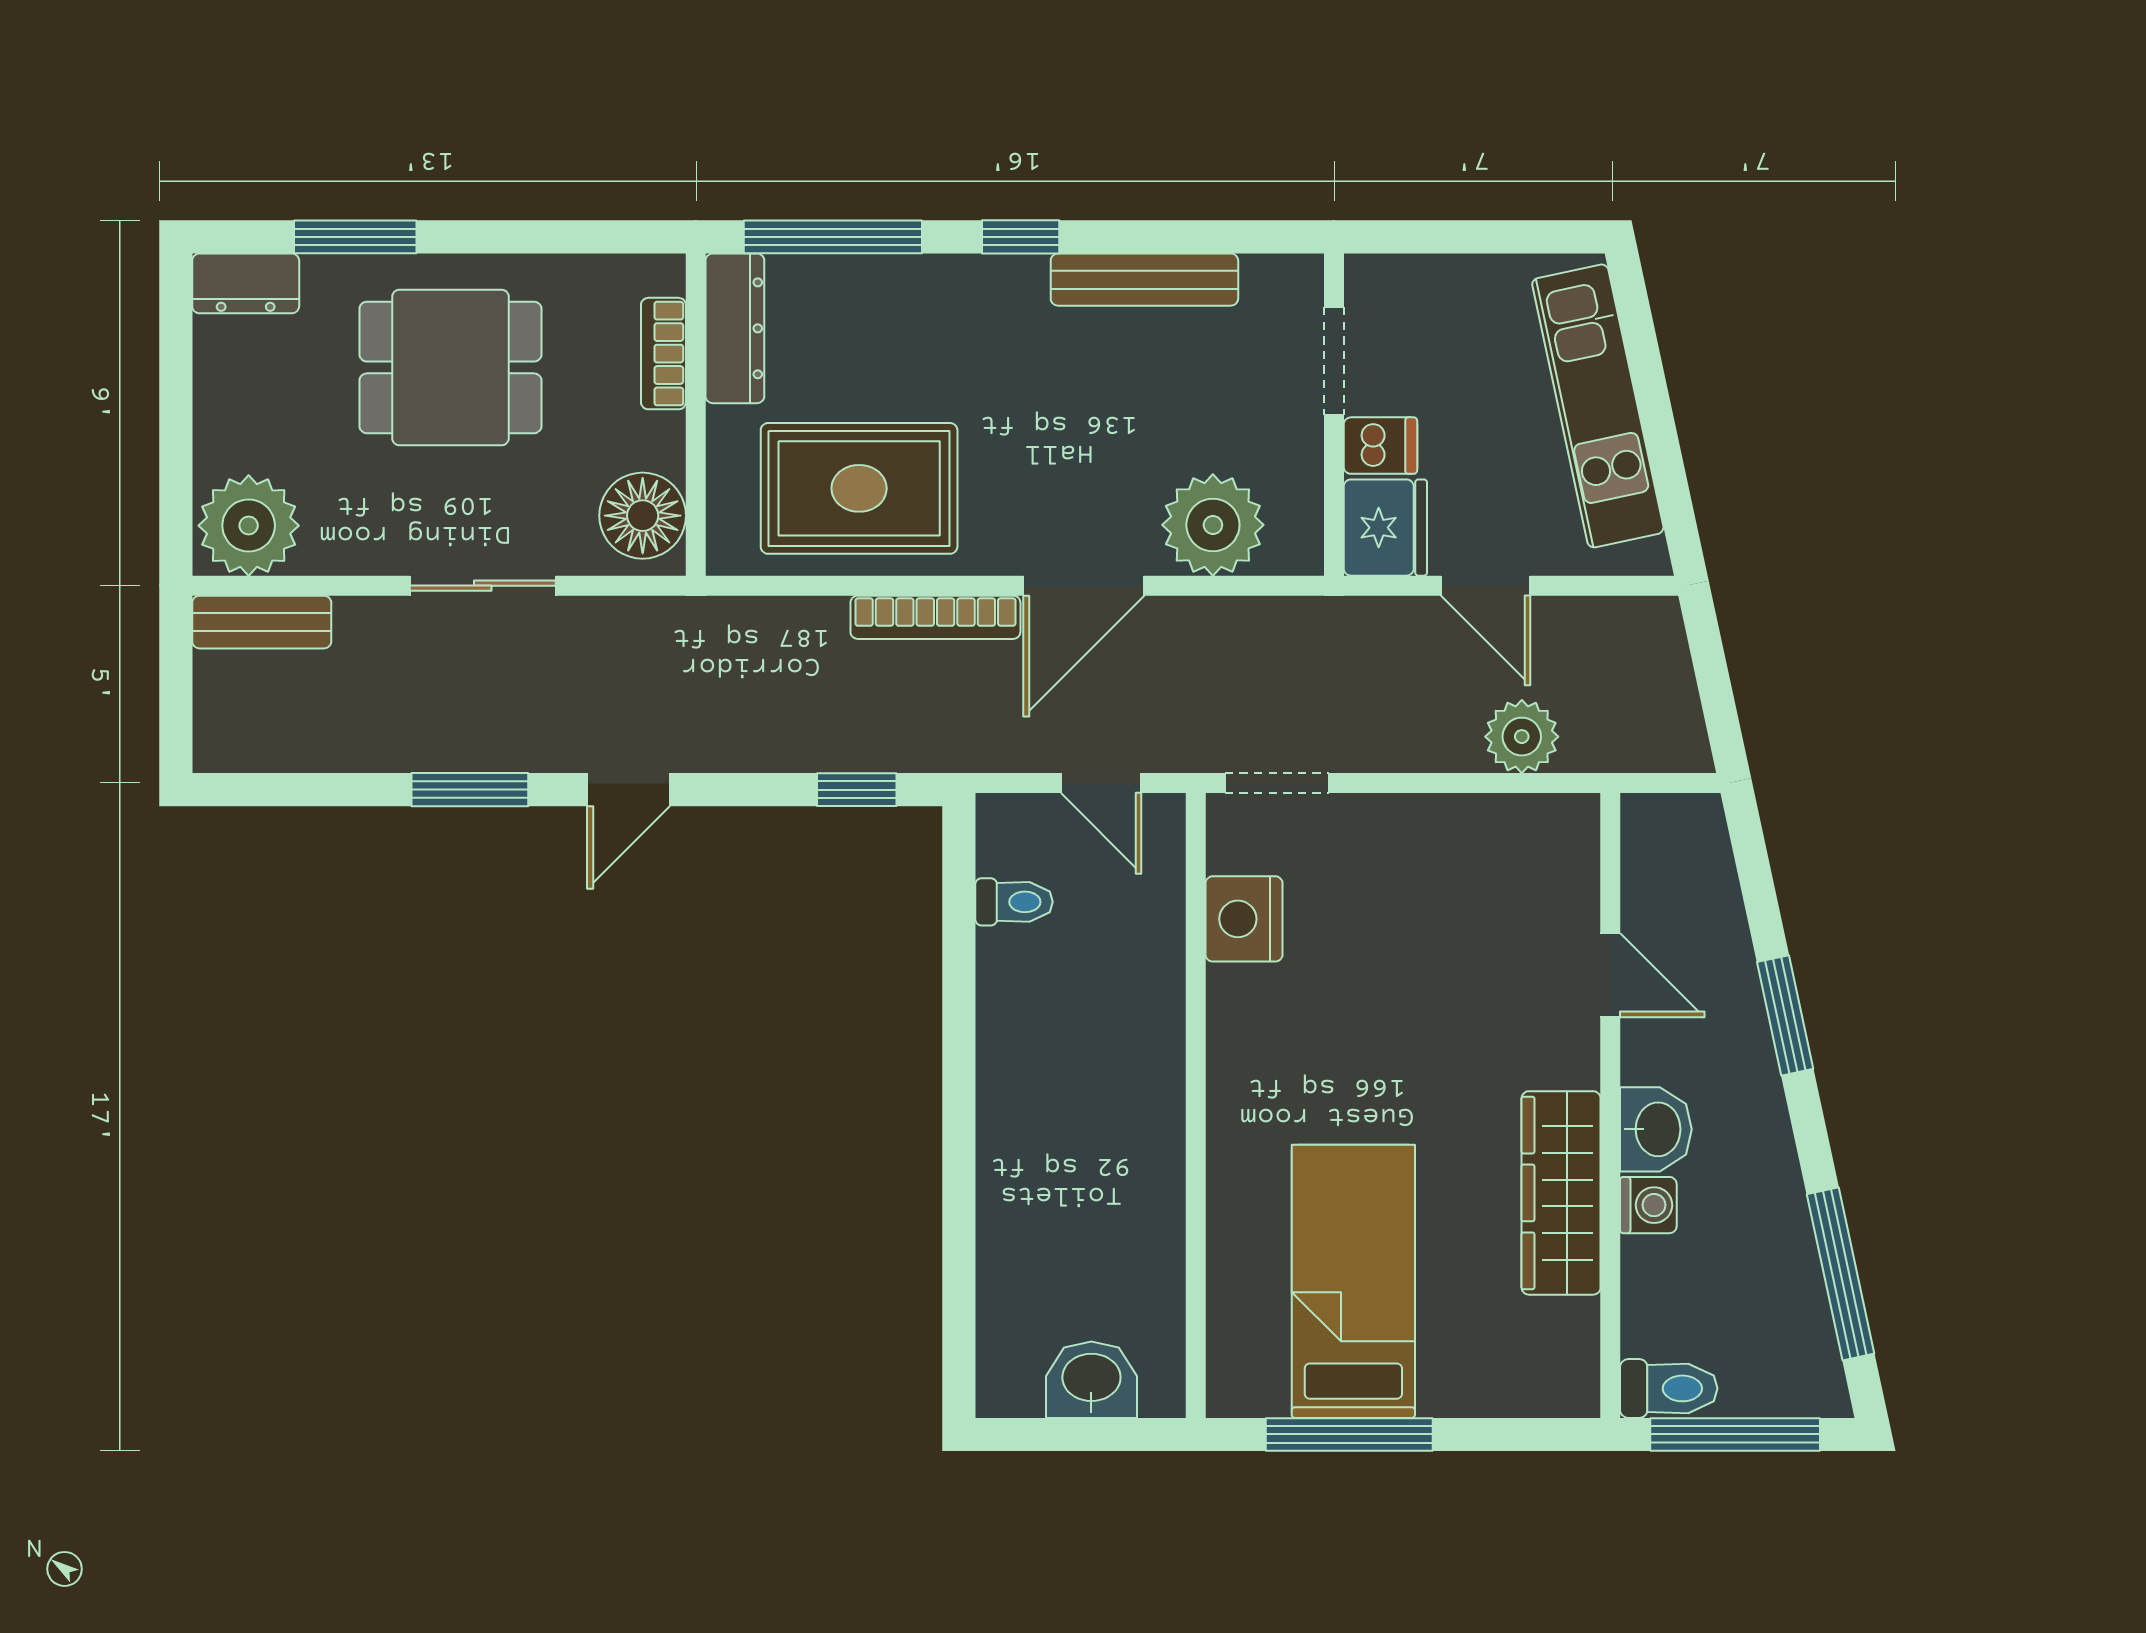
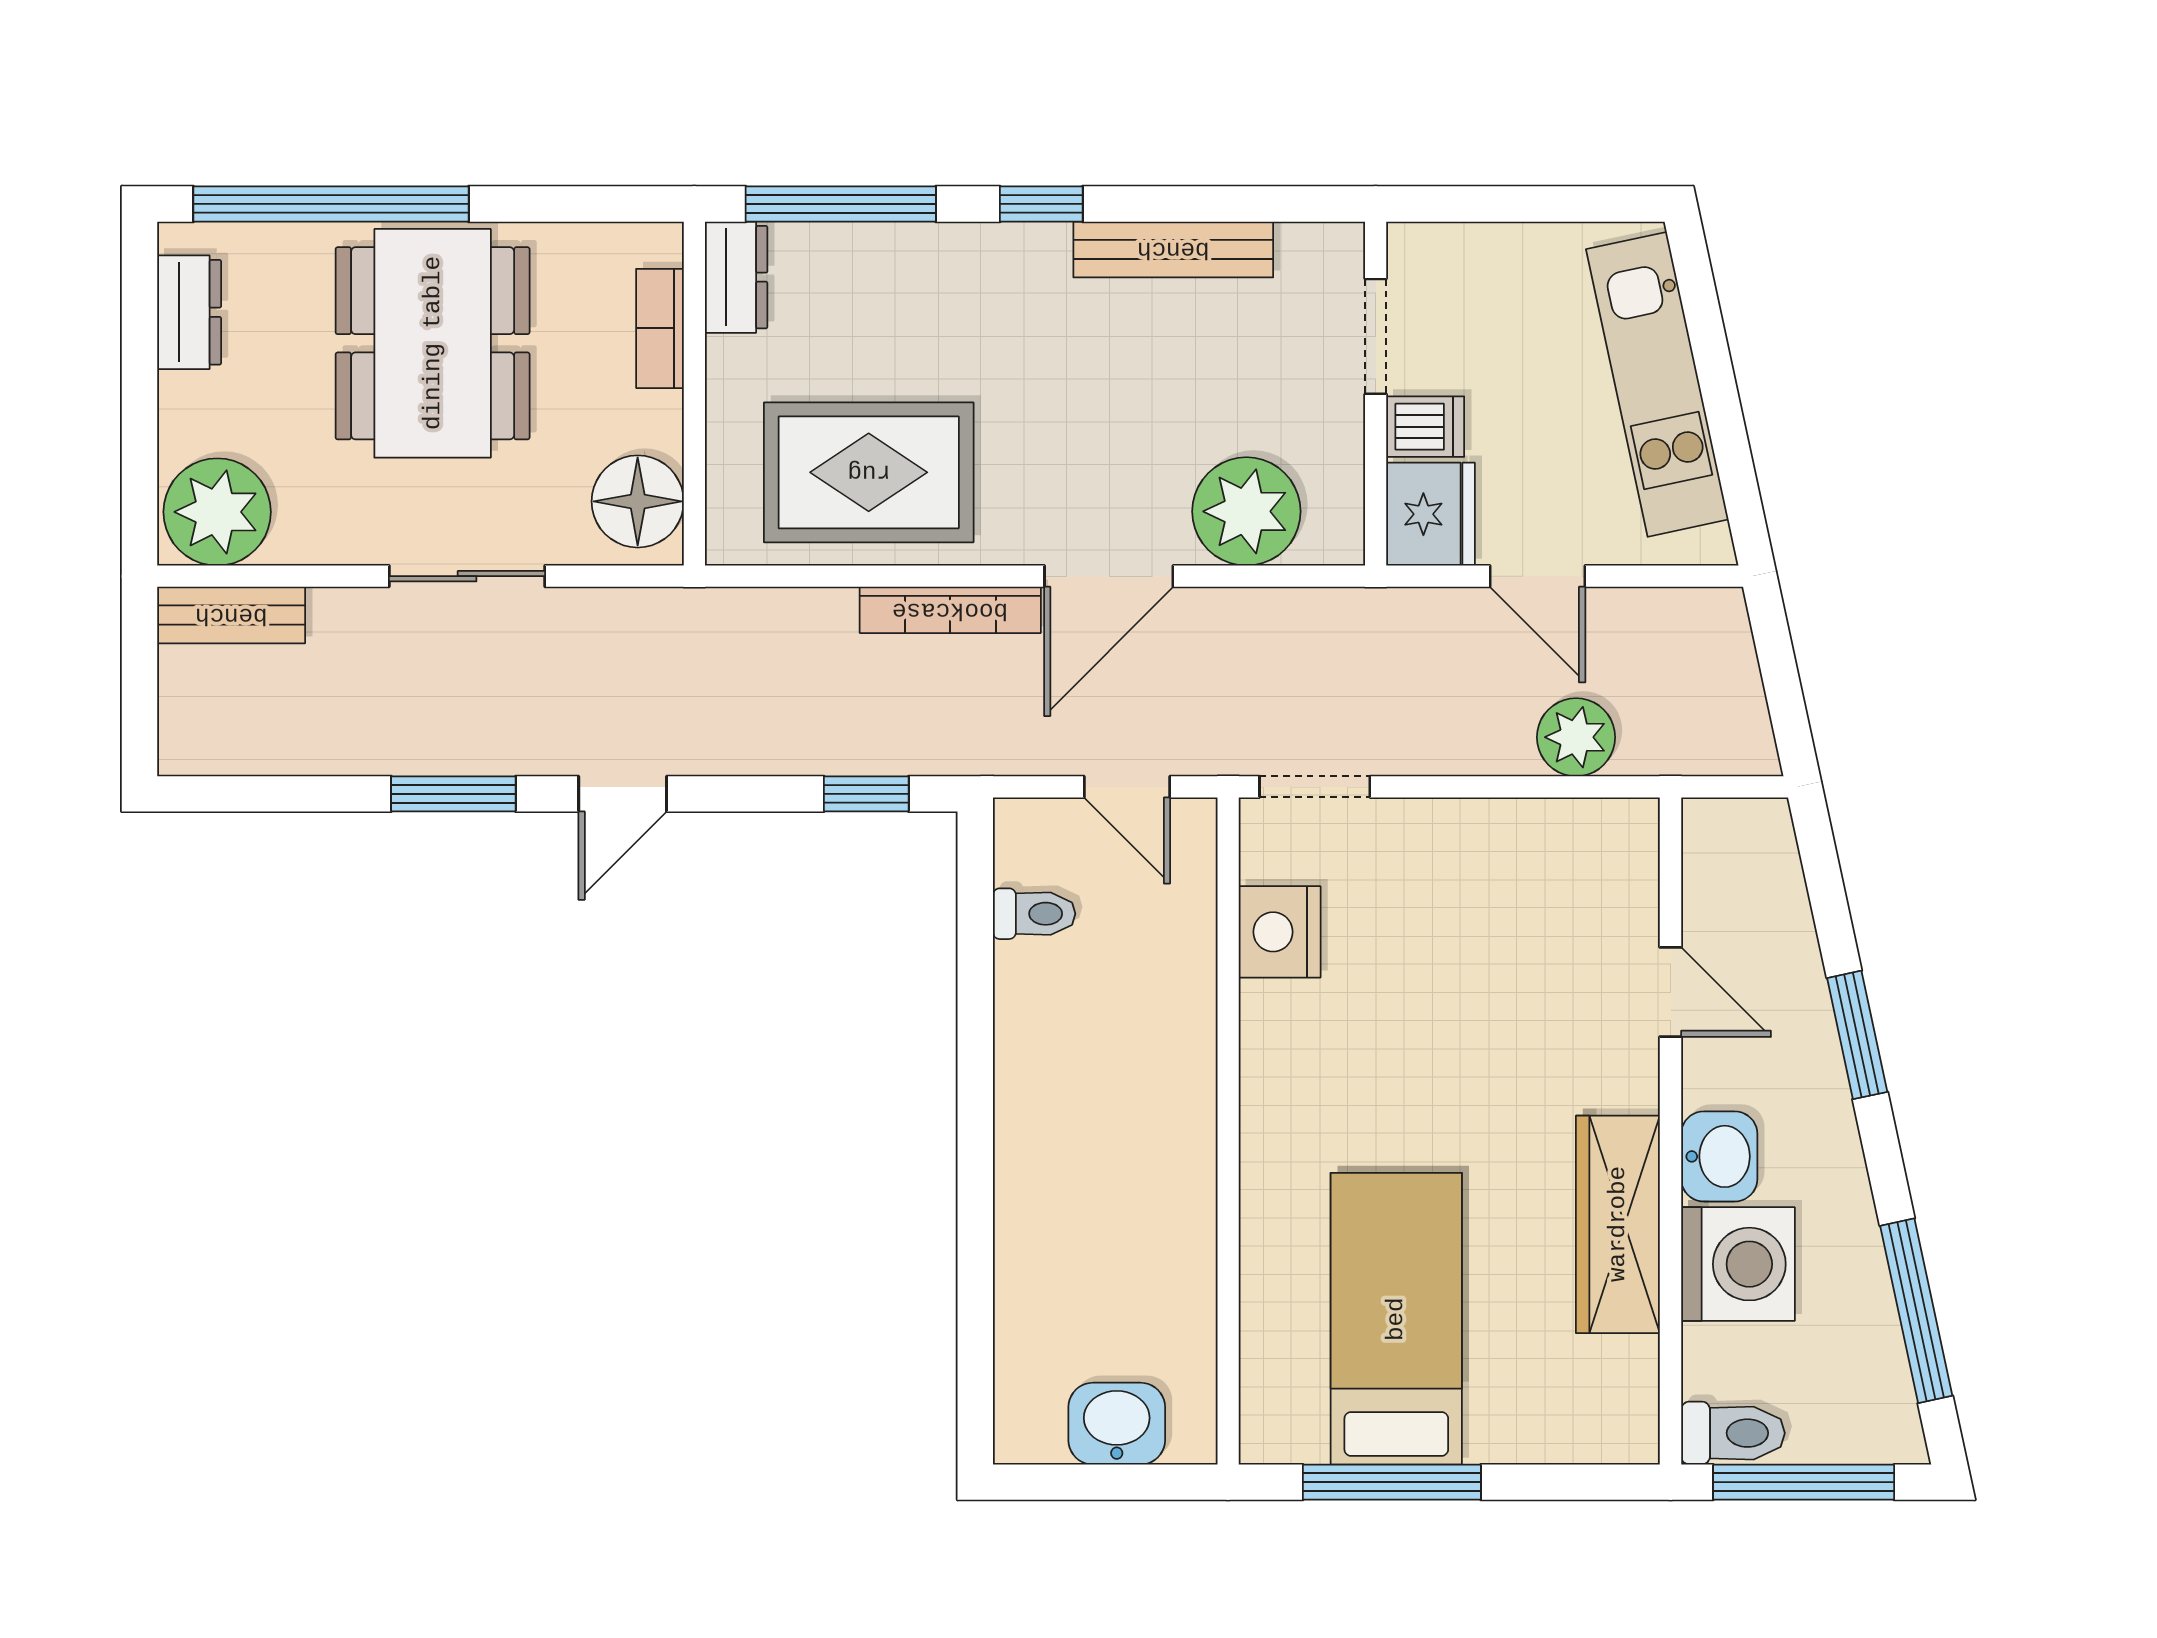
window: (355, 237) -> (331, 204), width x2.11
dresser: (246, 283) -> (189, 312), moved, turned -90
dresser: (735, 328) -> (736, 277), width x0.70
dining table: (450, 367) -> (433, 343), width x1.38
washing machine: (1648, 1205) -> (1738, 1264), width x1.89, depth x1.89

